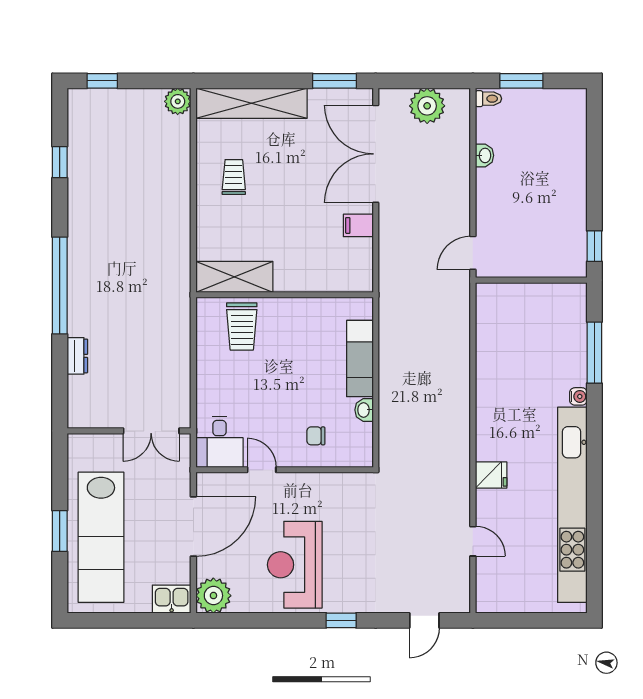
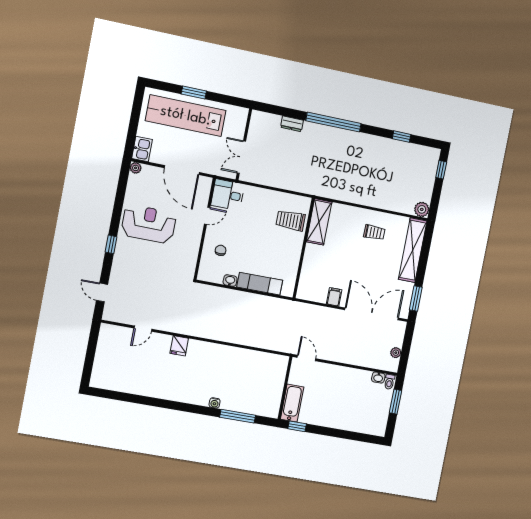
plant: (427, 106) -> (396, 353), width x0.53, depth x0.53
washbasin: (484, 155) -> (378, 378), moved
bathtub: (555, 263) -> (292, 403), added
kitchen unit: (572, 505) -> (153, 389), removed
plant: (213, 596) -> (136, 168), width x0.53, depth x0.53

